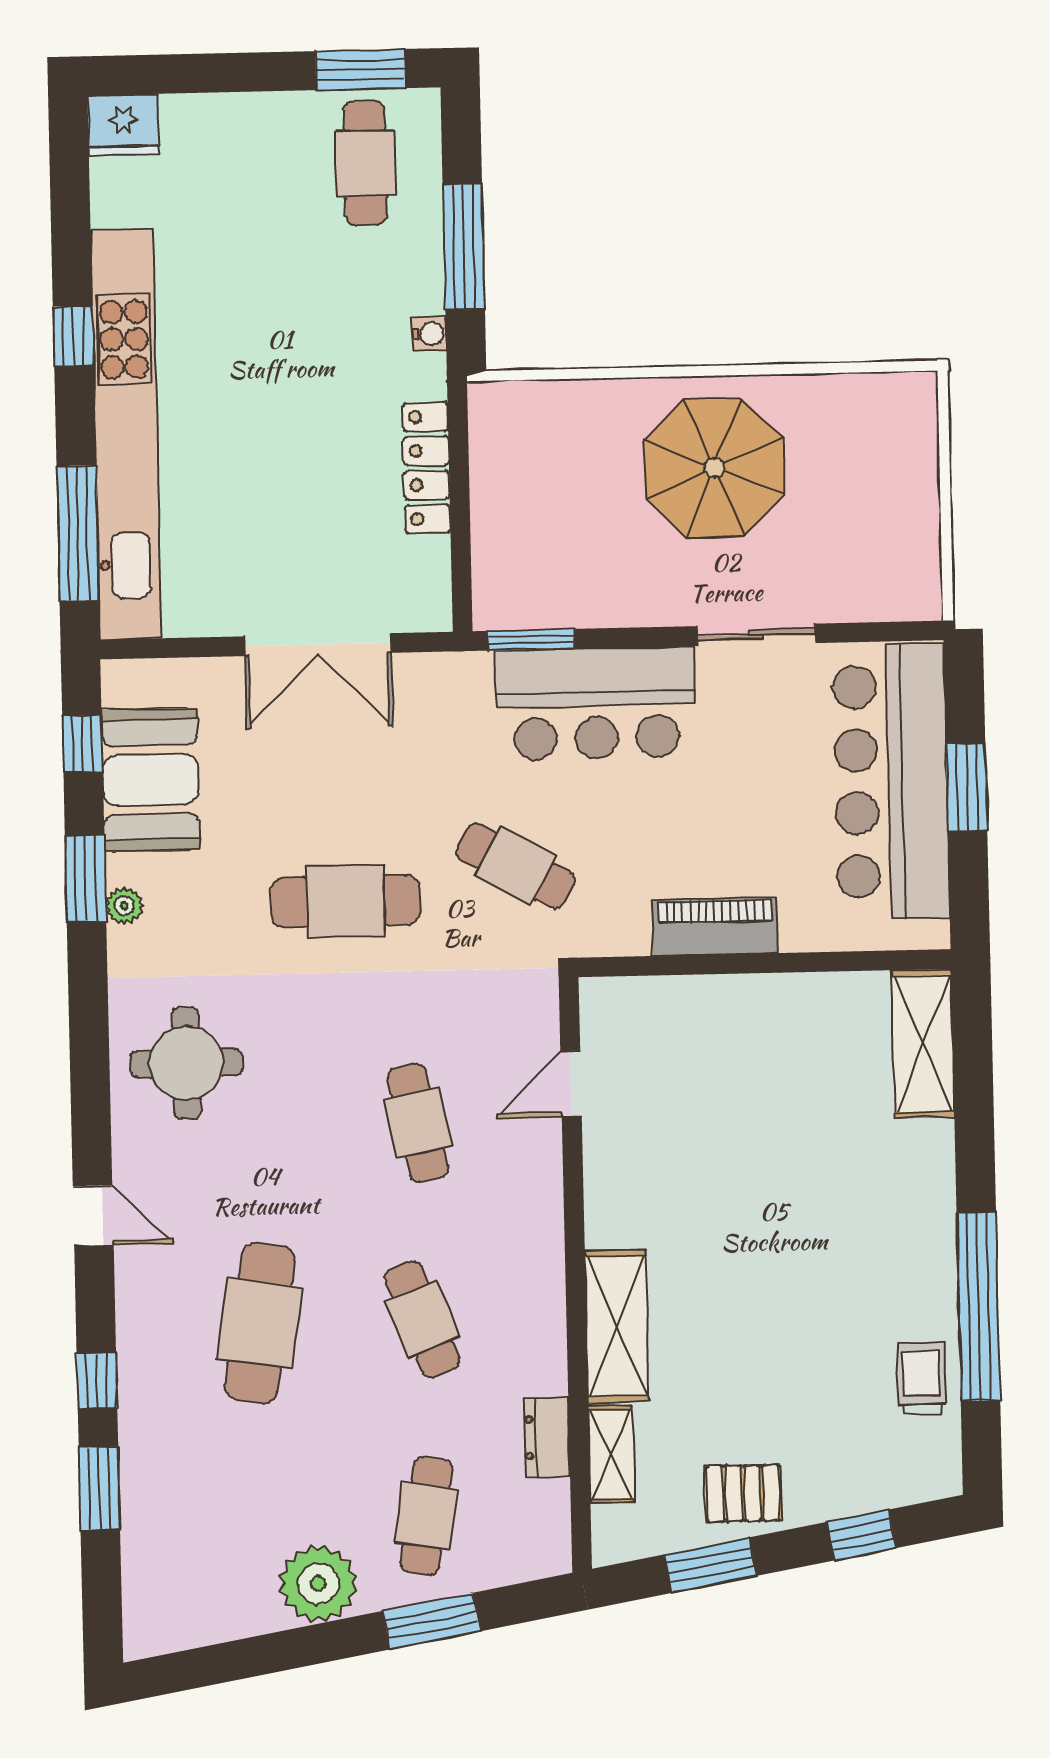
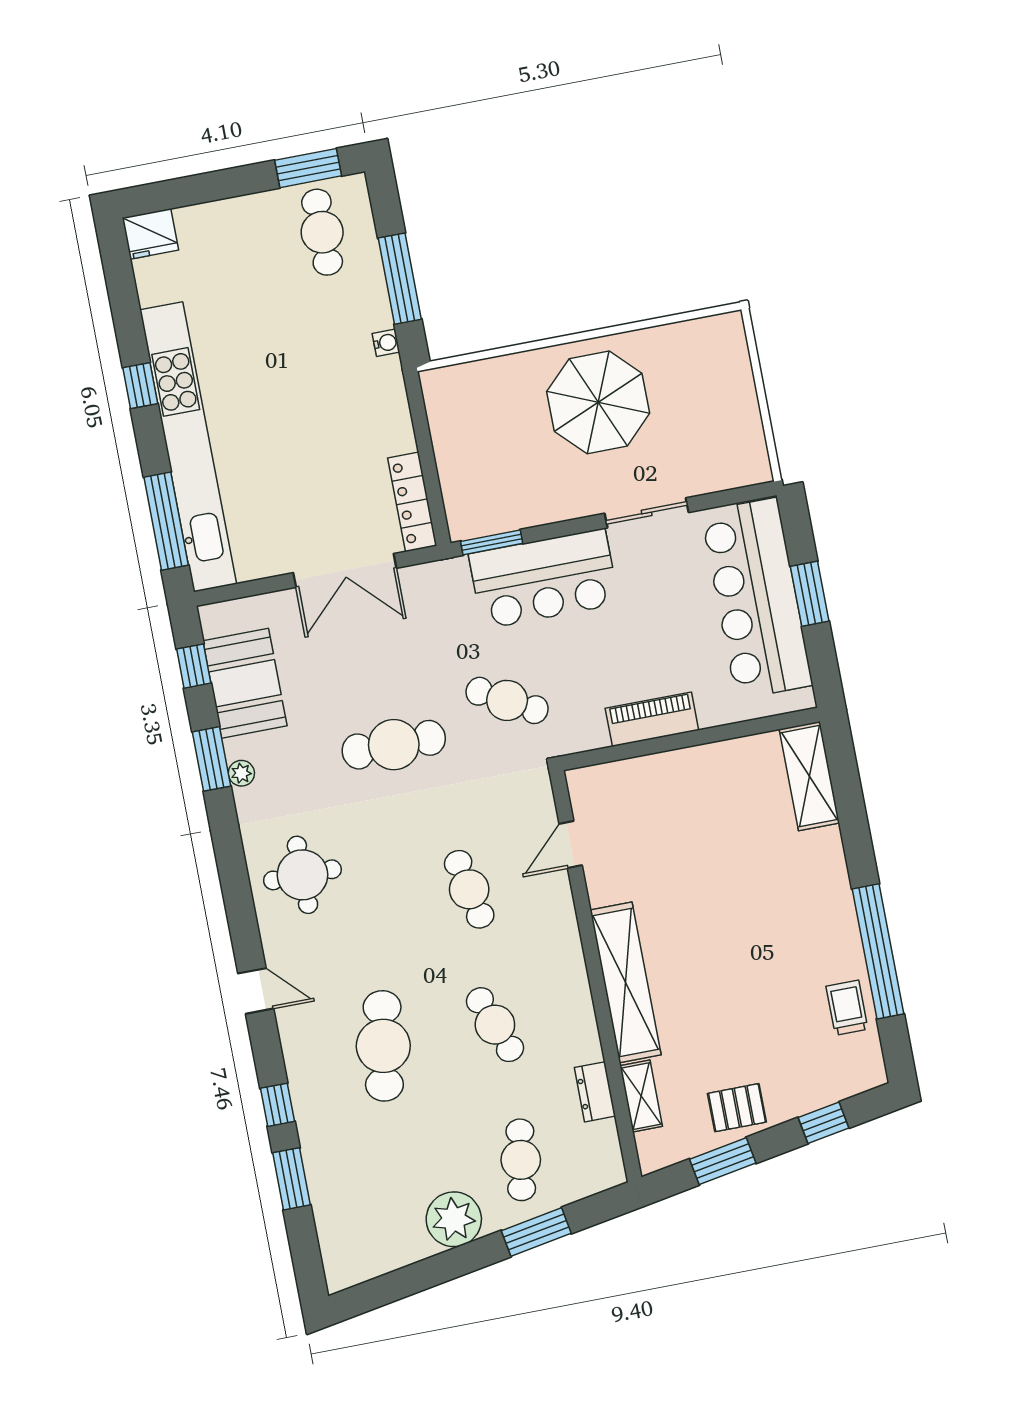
locker: (427, 468) -> (412, 502), moved
shelving: (617, 1326) -> (626, 982), width x1.47

